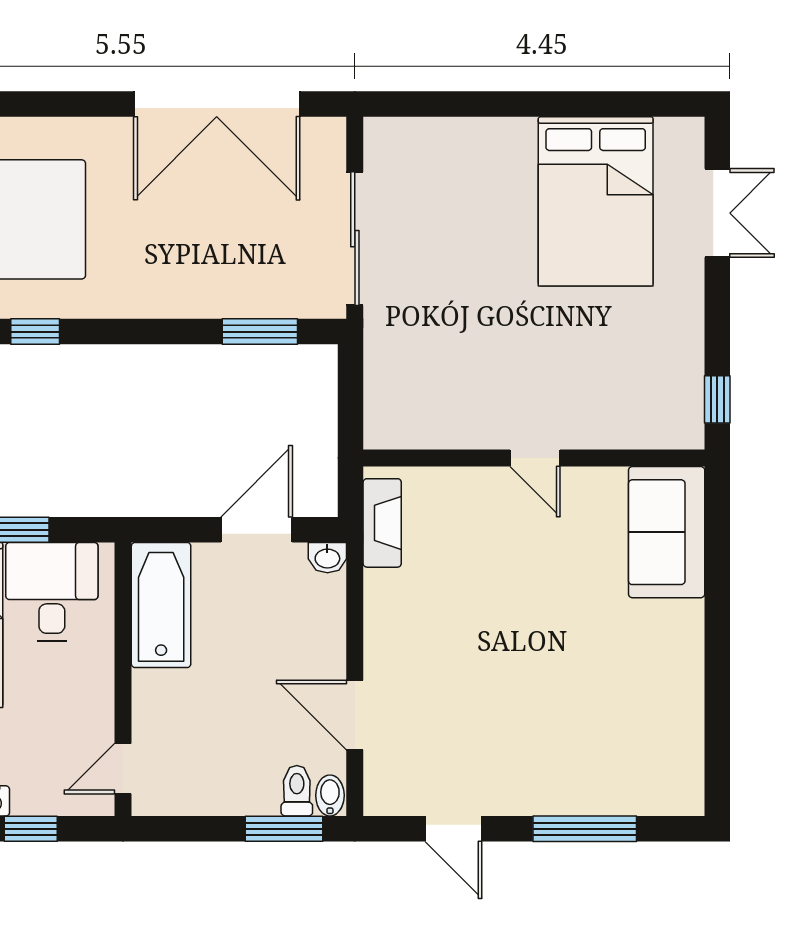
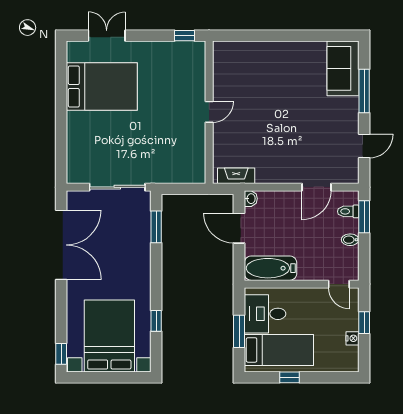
sofa: (667, 532) -> (343, 68), moved, turned 90
bidet: (330, 795) -> (350, 240), moved

